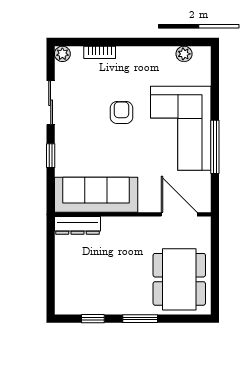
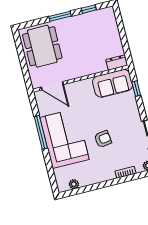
armchair: (122, 113) -> (103, 139), turned -97
window: (51, 156) -> (136, 88), moved
sofa: (96, 195) -> (113, 83), width x0.73
dresser: (77, 225) -> (117, 62), width x0.70

